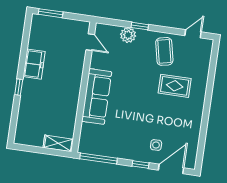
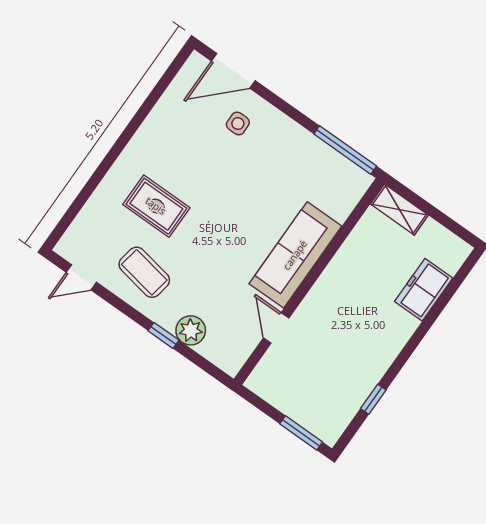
door: (90, 42) -> (276, 328), moved
coffee table: (164, 51) -> (144, 272), turned -68
freezer: (34, 64) -> (424, 290), moved
window: (19, 87) -> (373, 399), moved
window: (141, 165) -> (280, 104), removed

